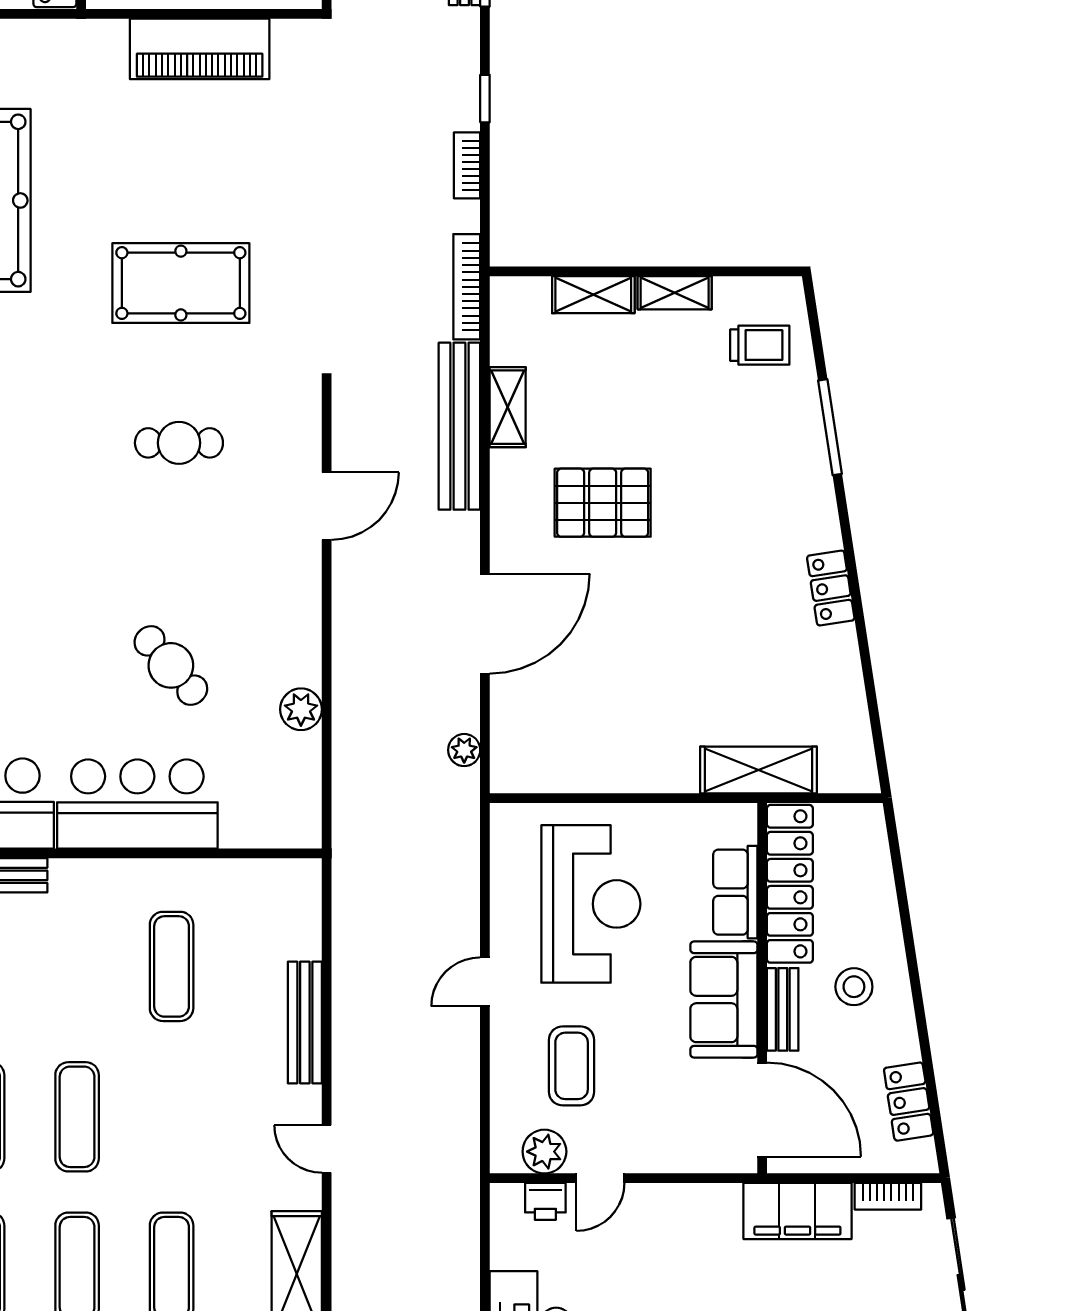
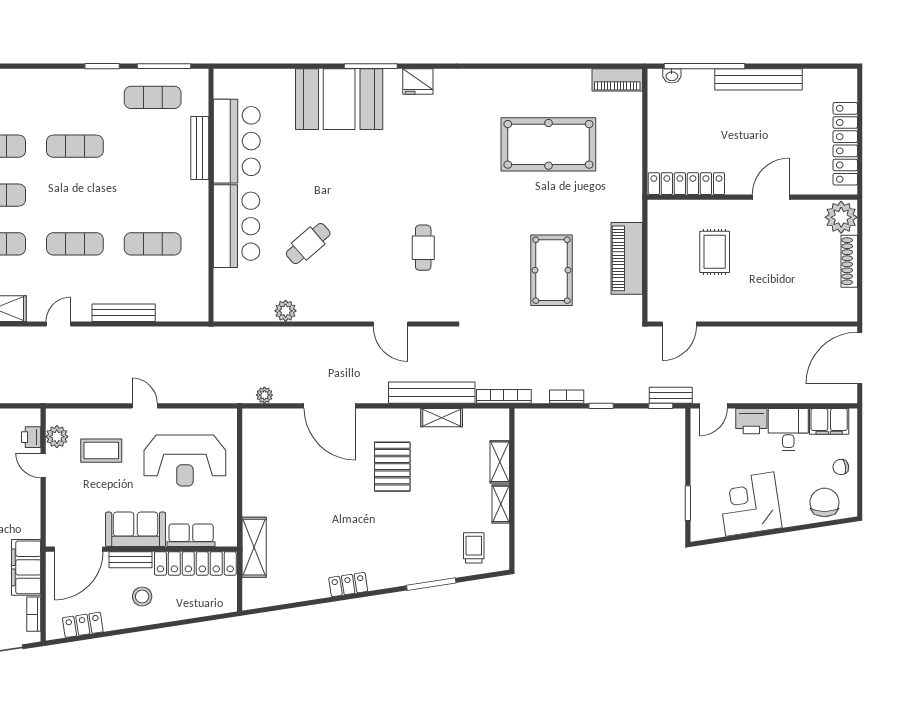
pool table: (181, 283) -> (552, 270), moved
trolley: (760, 345) -> (474, 548), turned 180
exercise mat: (77, 1117) -> (75, 244), moved

